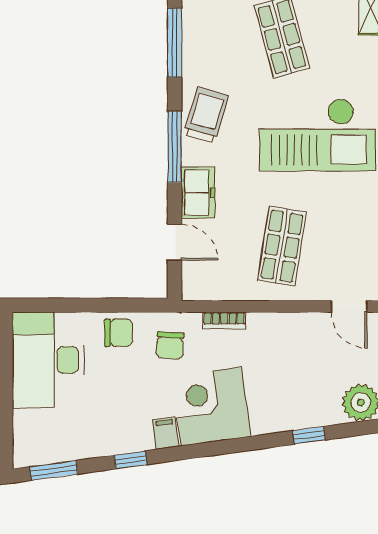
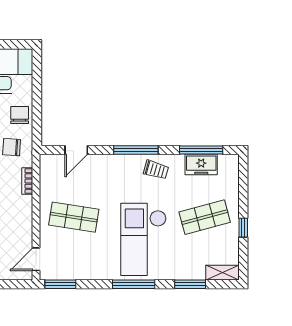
trolley: (206, 115) -> (156, 170), width x0.73, depth x0.72
freezer: (198, 193) -> (201, 165), moved
chair: (119, 333) -> (20, 115), turned 180

